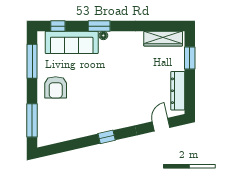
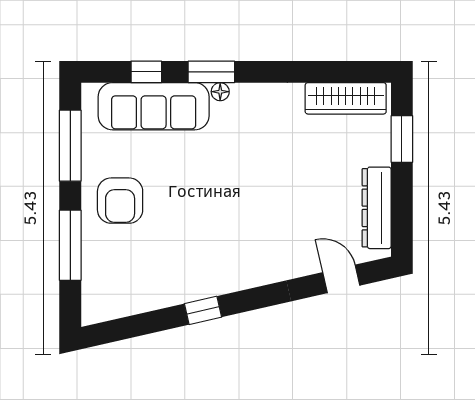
window: (58, 26) -> (146, 72), moved
window: (32, 120) -> (70, 245), moved
door: (161, 125) -> (341, 279), hinge flipped
window: (107, 137) -> (203, 310), moved

